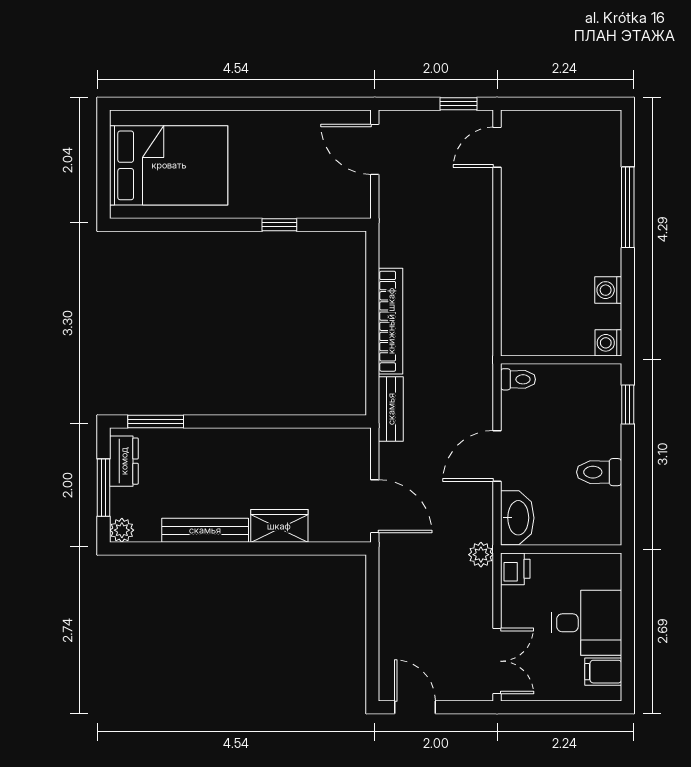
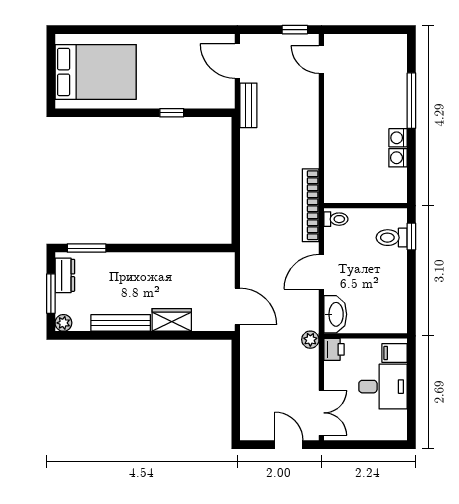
door: (497, 147) -> (321, 59), hinge flipped
bookcase: (391, 321) -> (311, 205), moved, turned 180
washing machine: (608, 343) -> (398, 138), moved
bench: (391, 409) -> (248, 105), moved
toilet: (599, 472) -> (392, 238), moved
filing cabinet: (603, 672) -> (395, 353), moved
door: (415, 707) -> (289, 445), moved

